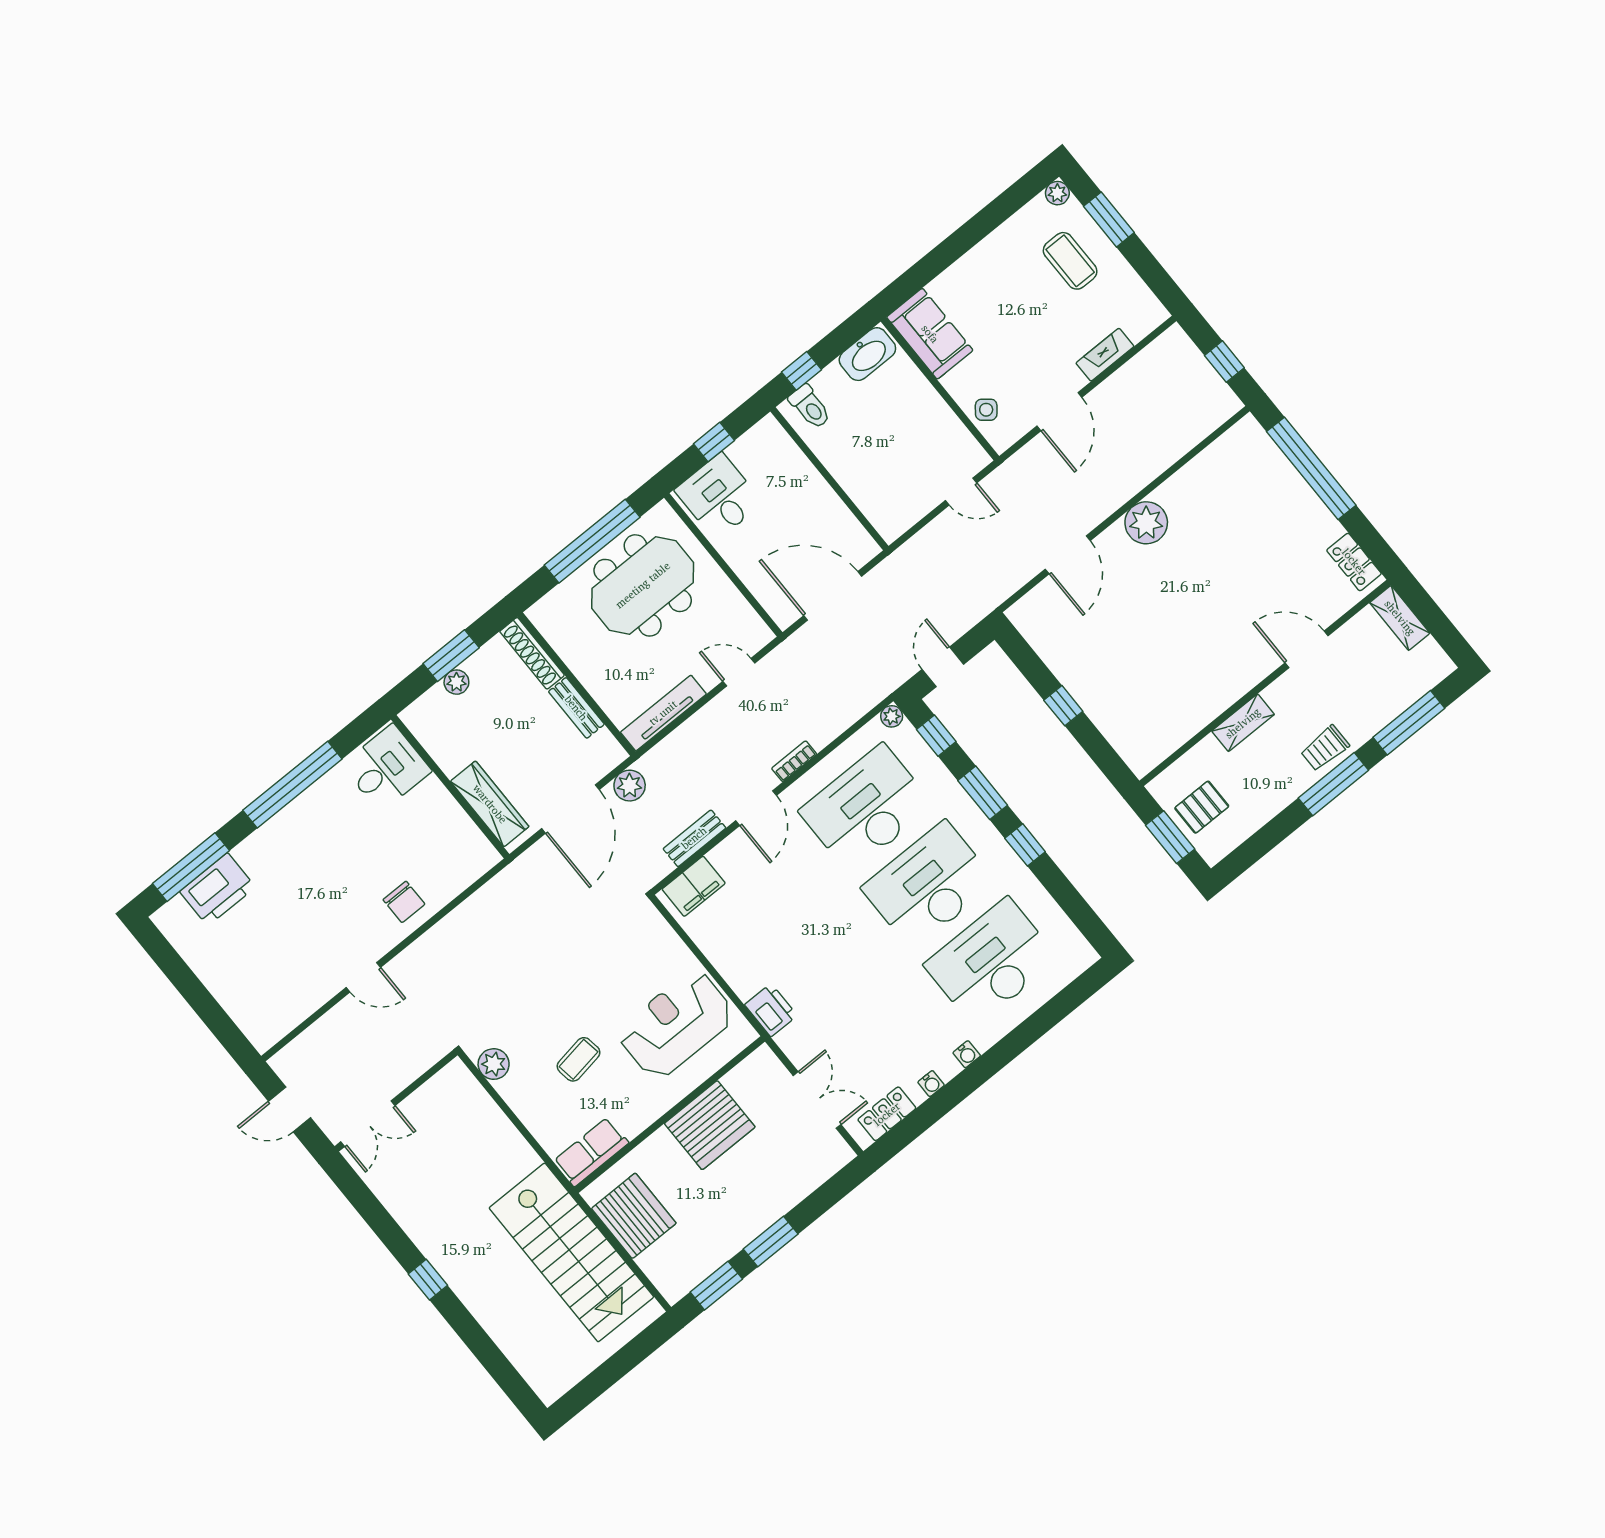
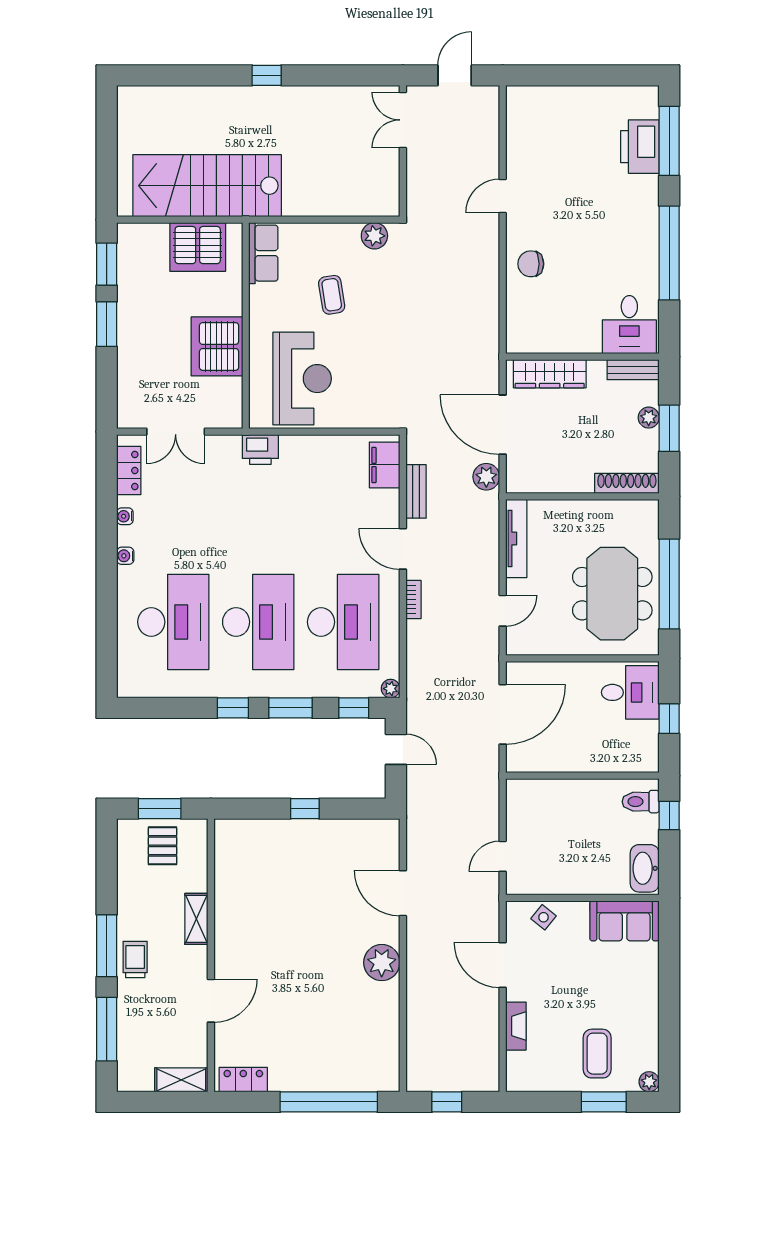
coffee table: (1070, 261) -> (597, 1054), turned 90
bench: (576, 708) -> (633, 370), moved

